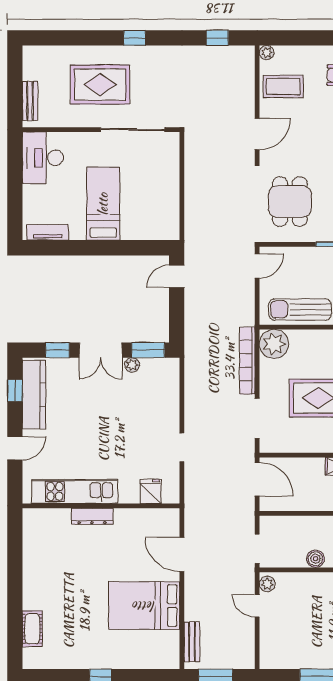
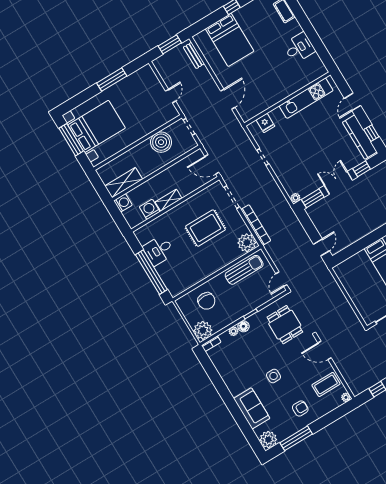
door: (257, 134) -> (324, 350), hinge flipped
plant: (132, 365) -> (296, 198), moved
dresser: (92, 516) -> (289, 90), removed
door: (182, 554) -> (228, 99), hinge flipped
boiler: (315, 559) -> (161, 142), width x1.86, depth x1.86
desk: (43, 566) -> (299, 48), added
plant: (267, 584) -> (172, 111), removed
bed: (144, 606) -> (230, 40), moved, turned 90
door: (257, 606) -> (170, 96), hinge flipped

